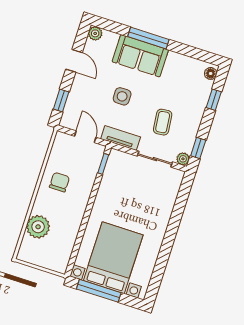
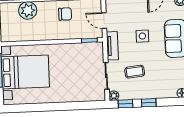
window: (214, 100) -> (149, 103), moved
door: (85, 137) -> (104, 20), swing flipped

